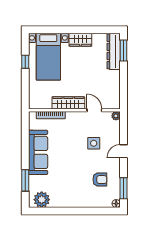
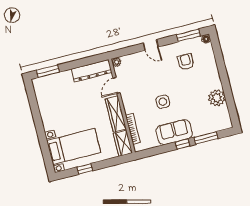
wardrobe: (80, 40) -> (123, 143), moved, turned 180
dresser: (114, 51) -> (92, 71), moved
side table: (94, 143) -> (163, 102), moved
sofa: (38, 152) -> (174, 132), width x0.73
window: (25, 157) -> (183, 144), added
plant: (42, 200) -> (217, 98), moved

